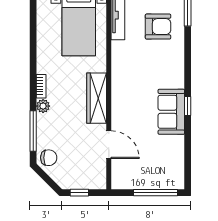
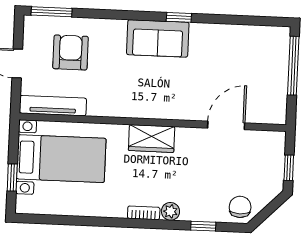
wardrobe: (97, 98) -> (152, 139), width x0.67
sofa: (171, 112) -> (158, 38), moved
window: (33, 131) -> (203, 226), width x0.46

